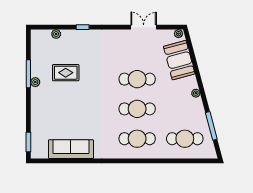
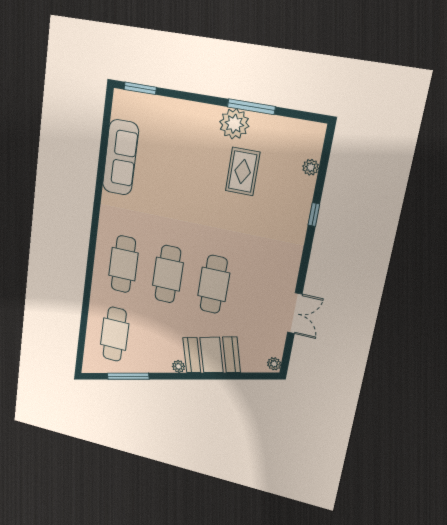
booth: (179, 60) -> (212, 355), moved
plant: (35, 82) -> (234, 124), width x1.87, depth x1.87

